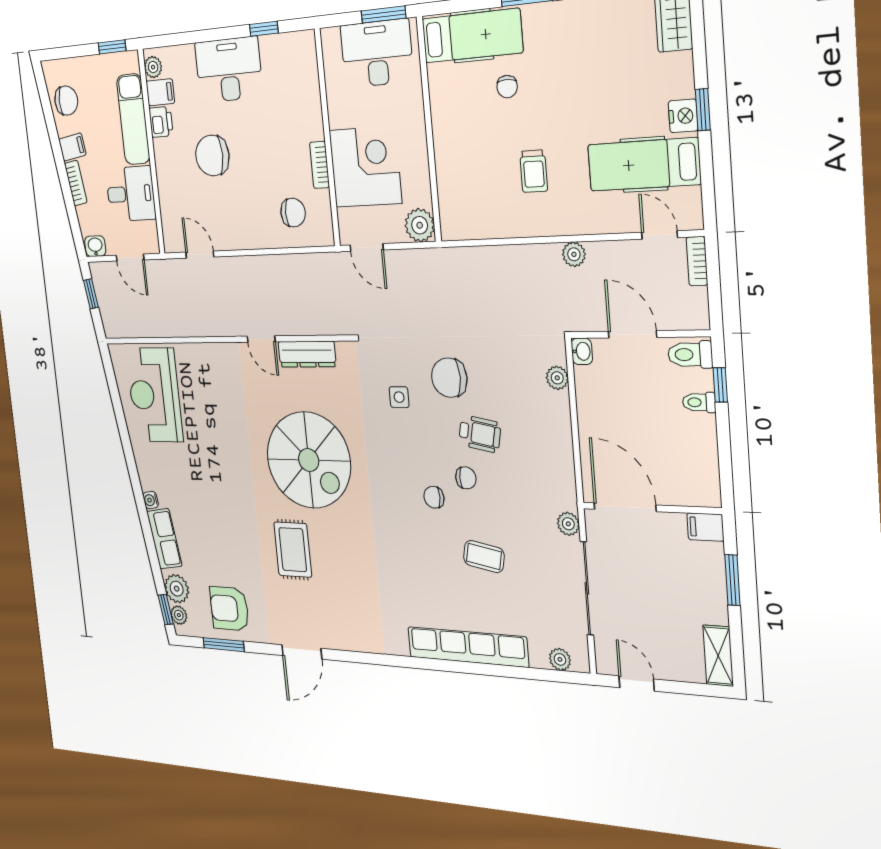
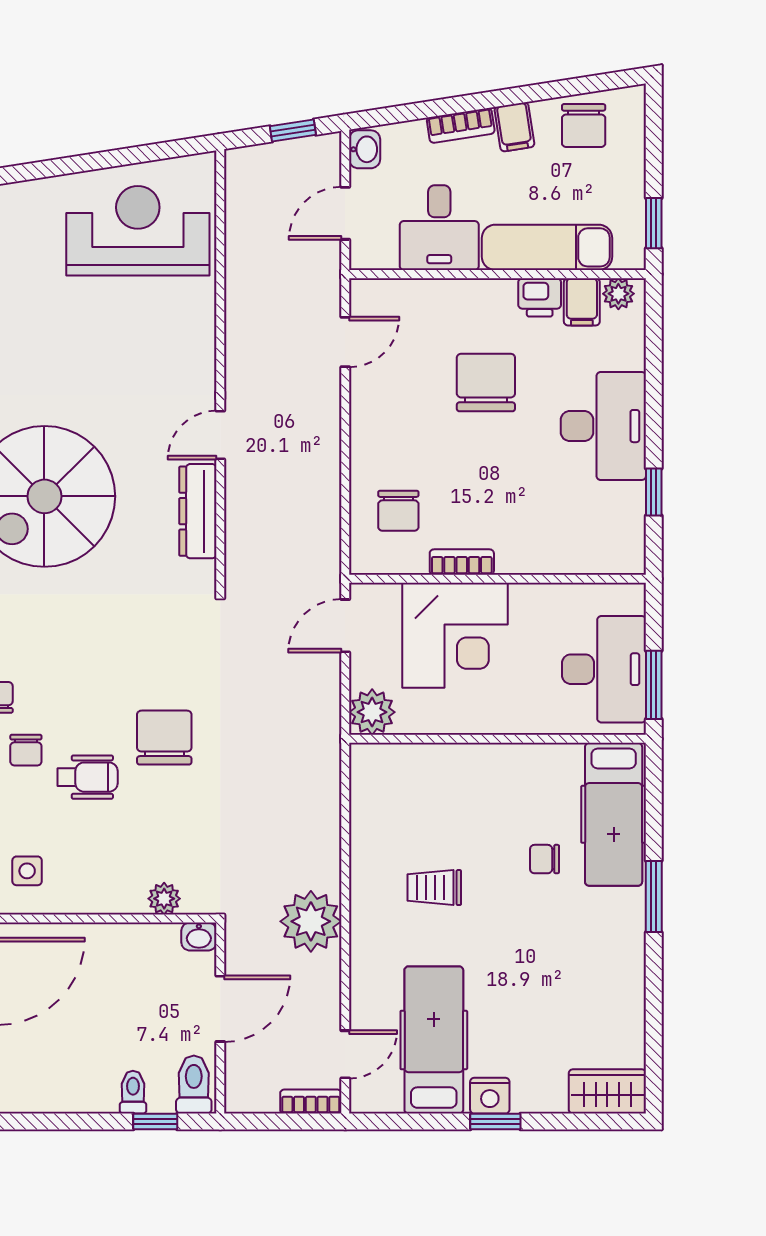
plant: (574, 254) -> (311, 921), width x1.87, depth x1.87
side table: (399, 397) -> (27, 871), moved
wheelchair: (480, 434) -> (88, 777), turned -101

